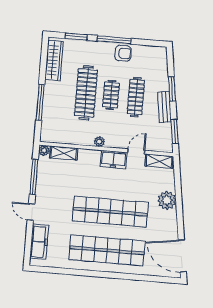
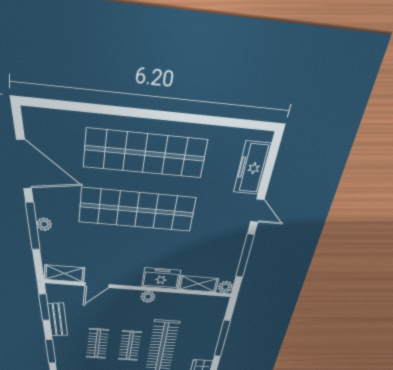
clothes rail: (136, 97) -> (97, 344), width x0.73
bench: (165, 107) -> (58, 320), moved
freezer: (114, 159) -> (161, 278), moved
window: (179, 199) -> (33, 226), added
plant: (167, 200) -> (44, 224), width x0.53, depth x0.53
door: (182, 256) -> (24, 164), moved

